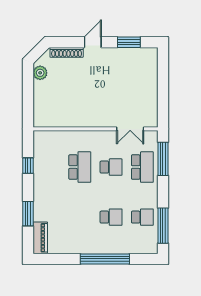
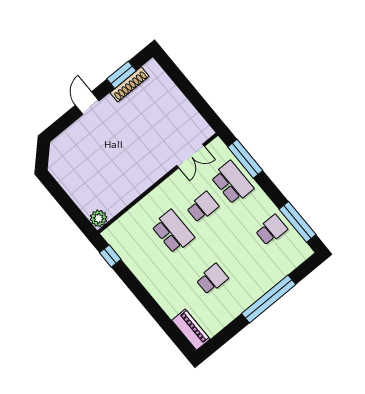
shoe rack: (67, 52) -> (129, 84), moved
plant: (40, 73) -> (99, 218), moved
window: (28, 166) -> (110, 256), moved
window: (28, 214) -> (160, 316), removed
school desk: (111, 217) -> (212, 279), moved

